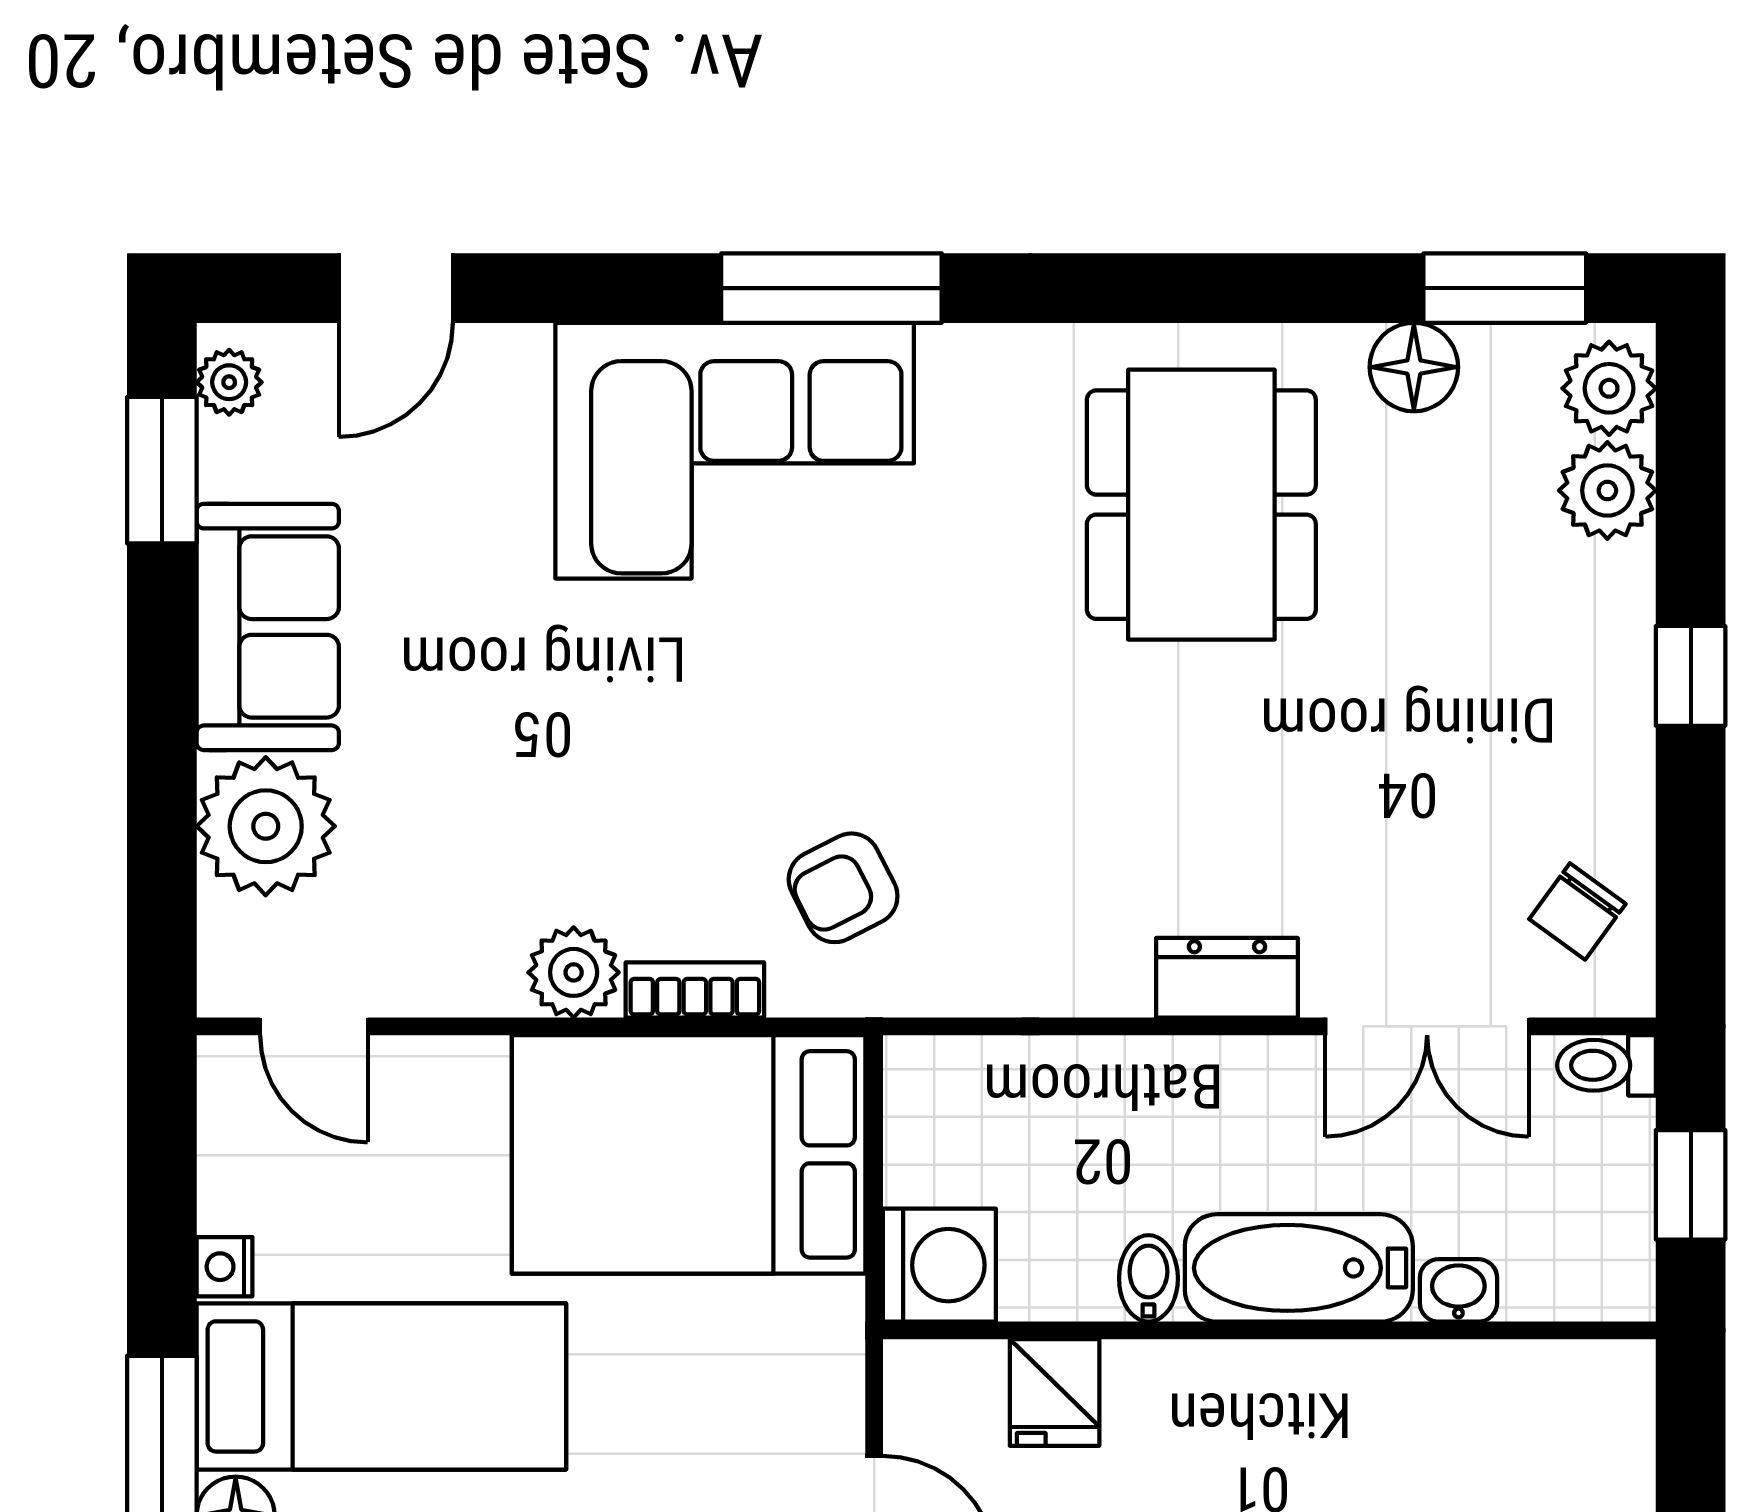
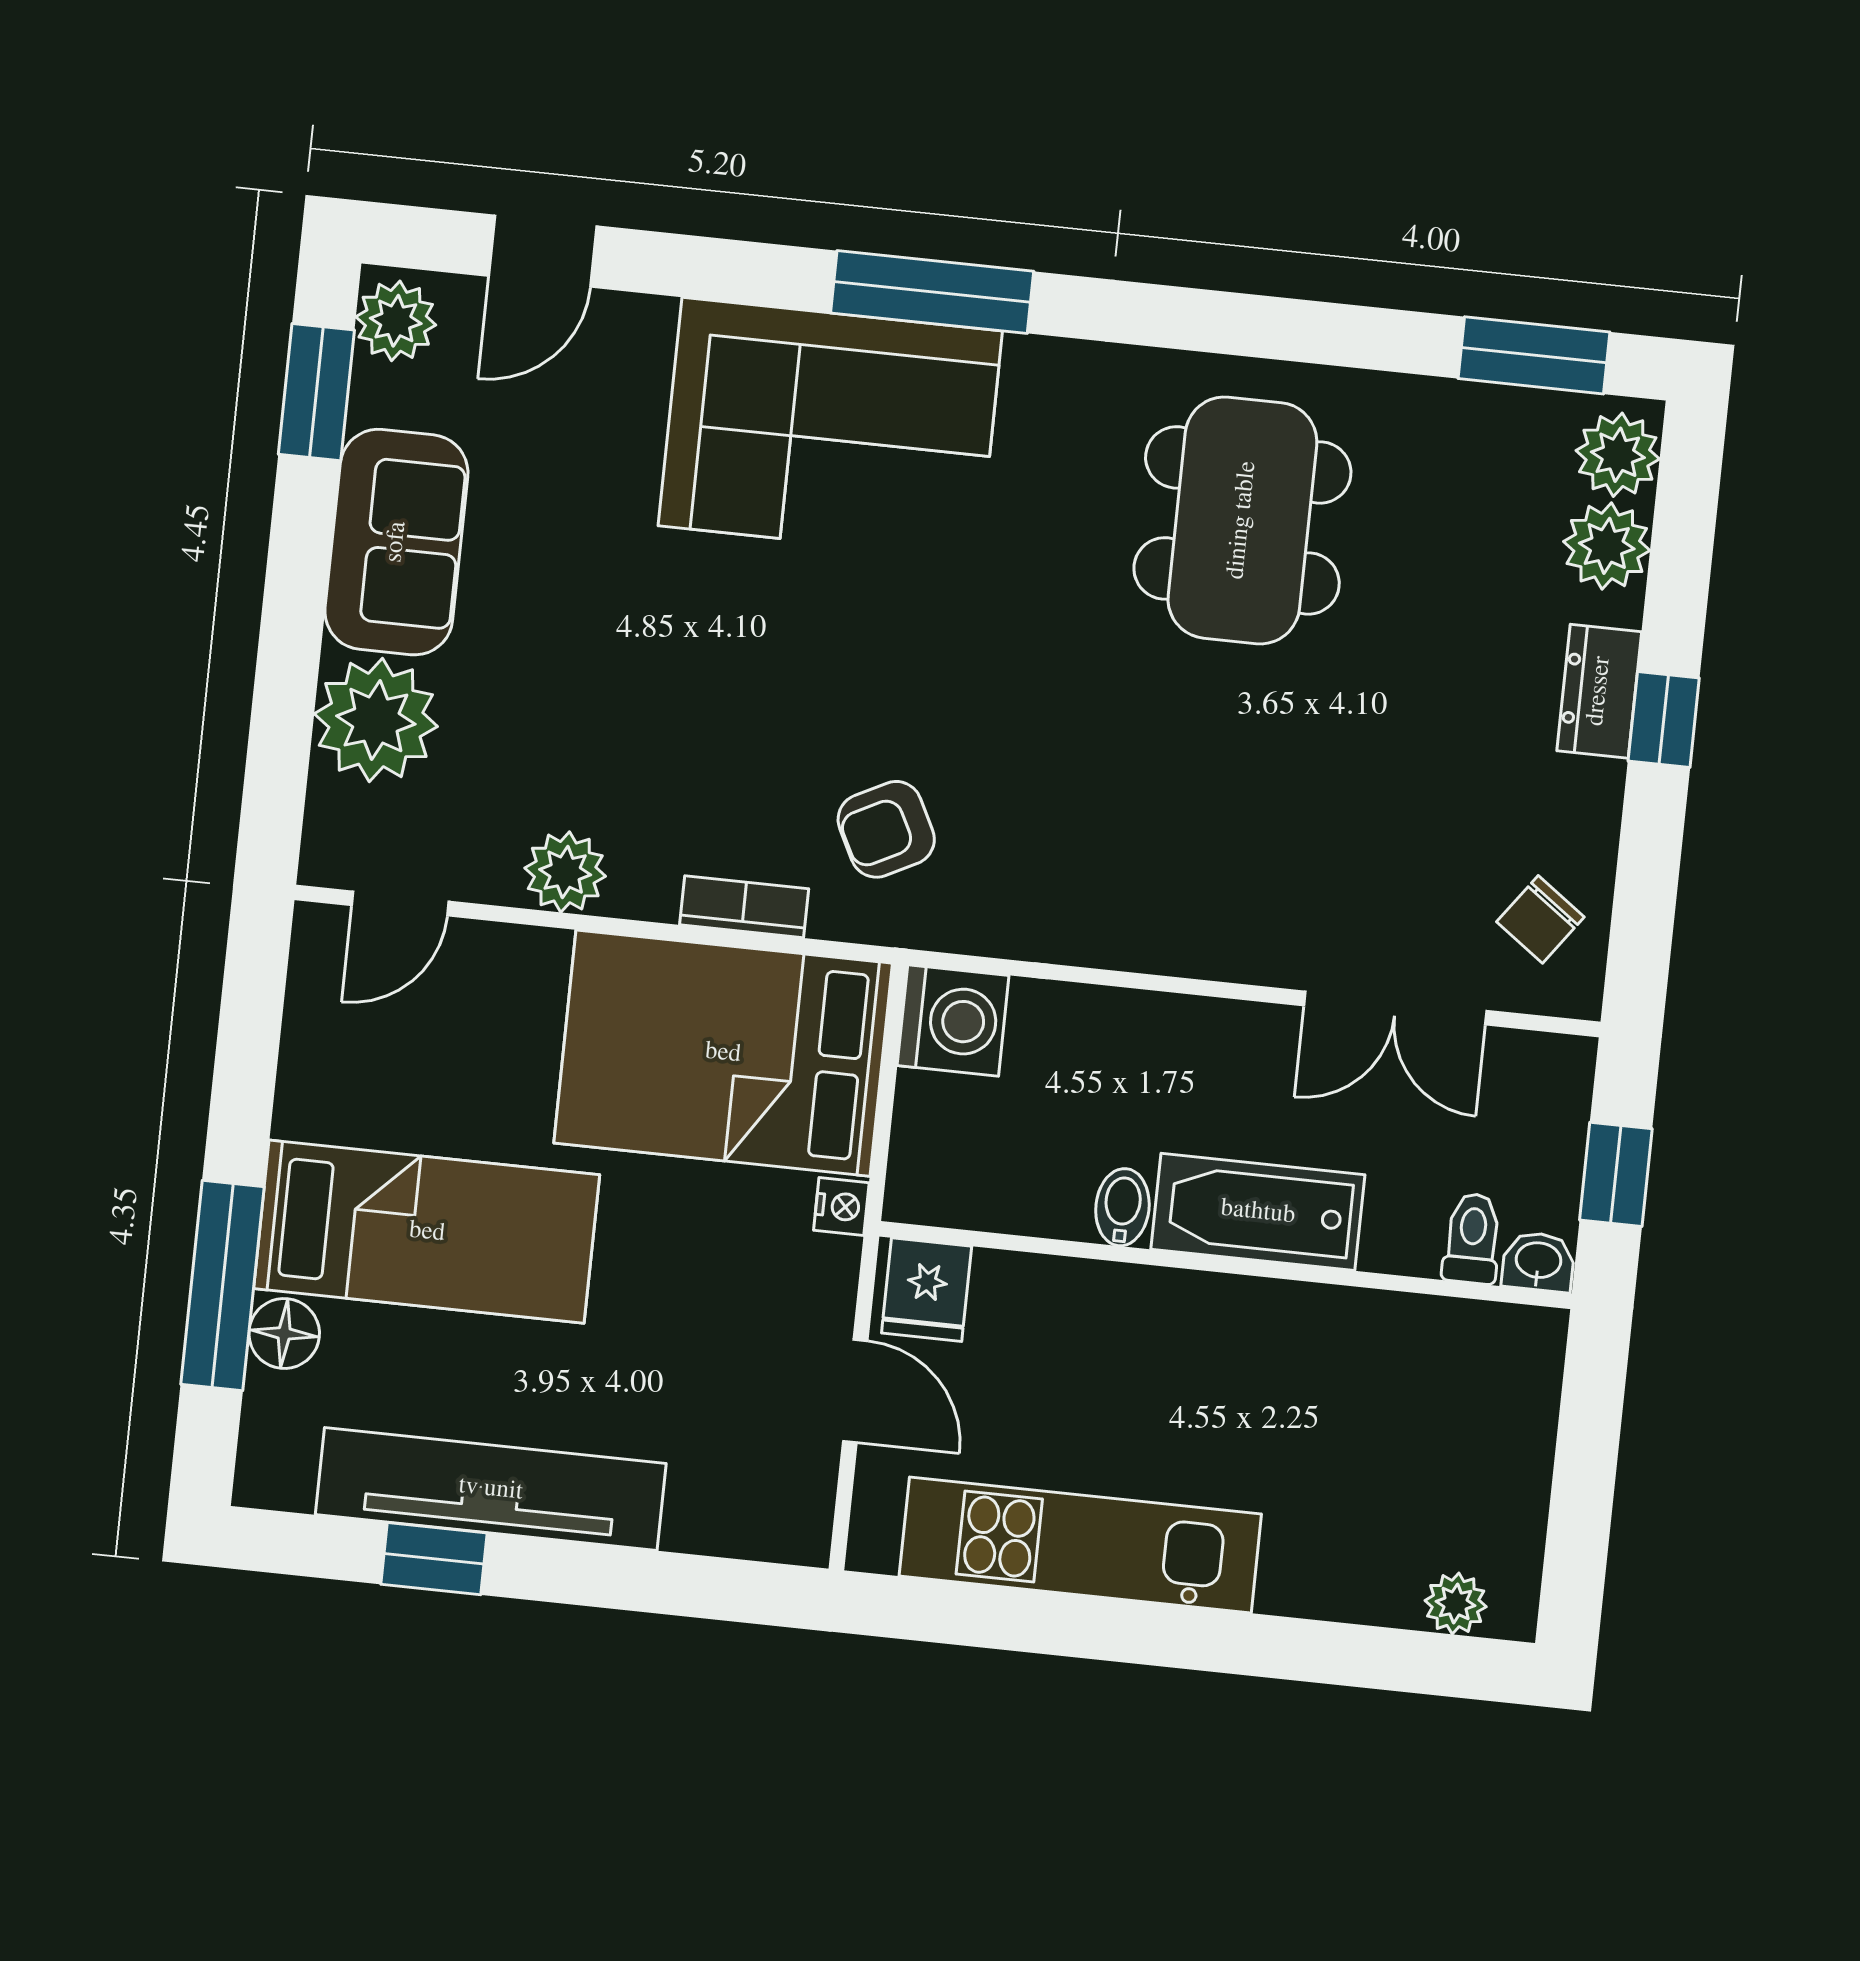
floor lamp: (1414, 367) -> (1445, 417), removed
plant: (229, 382) -> (396, 321), width x1.38, depth x1.38
plant: (574, 972) -> (565, 872), moved
dresser: (1227, 978) -> (1599, 691), moved, turned -90
door: (314, 1026) -> (400, 903), hinge flipped
toilet: (1607, 1065) -> (1472, 1238), moved, turned 90
washing machine: (939, 1265) -> (953, 1021), moved
nightstand: (225, 1267) -> (841, 1206), moved, turned 180
washbasin: (1458, 1290) -> (1538, 1262), moved
fridge: (1055, 1392) -> (927, 1290), moved

